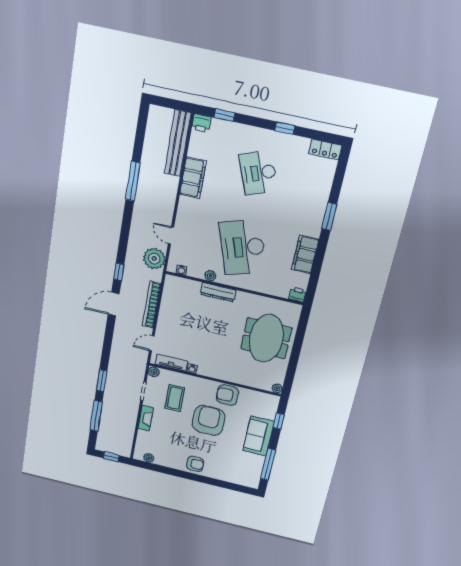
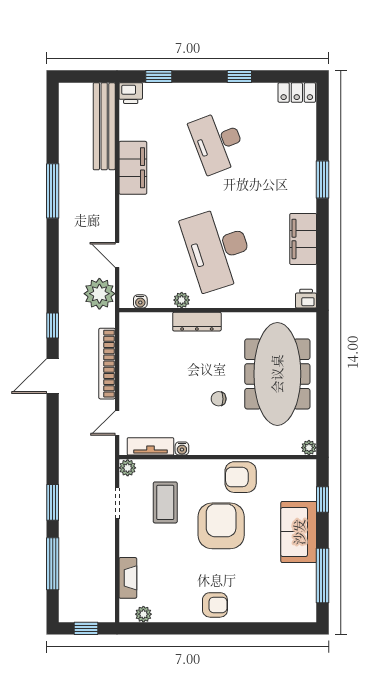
meeting table: (266, 338) -> (277, 374), width x1.36
chair: (223, 344) -> (219, 399), added
fireplace: (146, 418) -> (128, 578), moved

